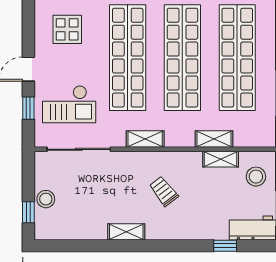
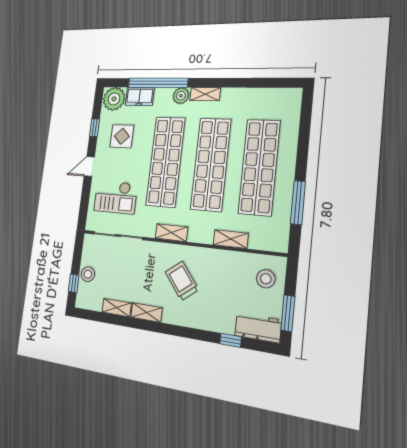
window: (28, 108) -> (95, 128), moved
shelving: (221, 159) -> (117, 308), moved
trolley: (164, 191) -> (182, 281), width x1.36, depth x1.39

